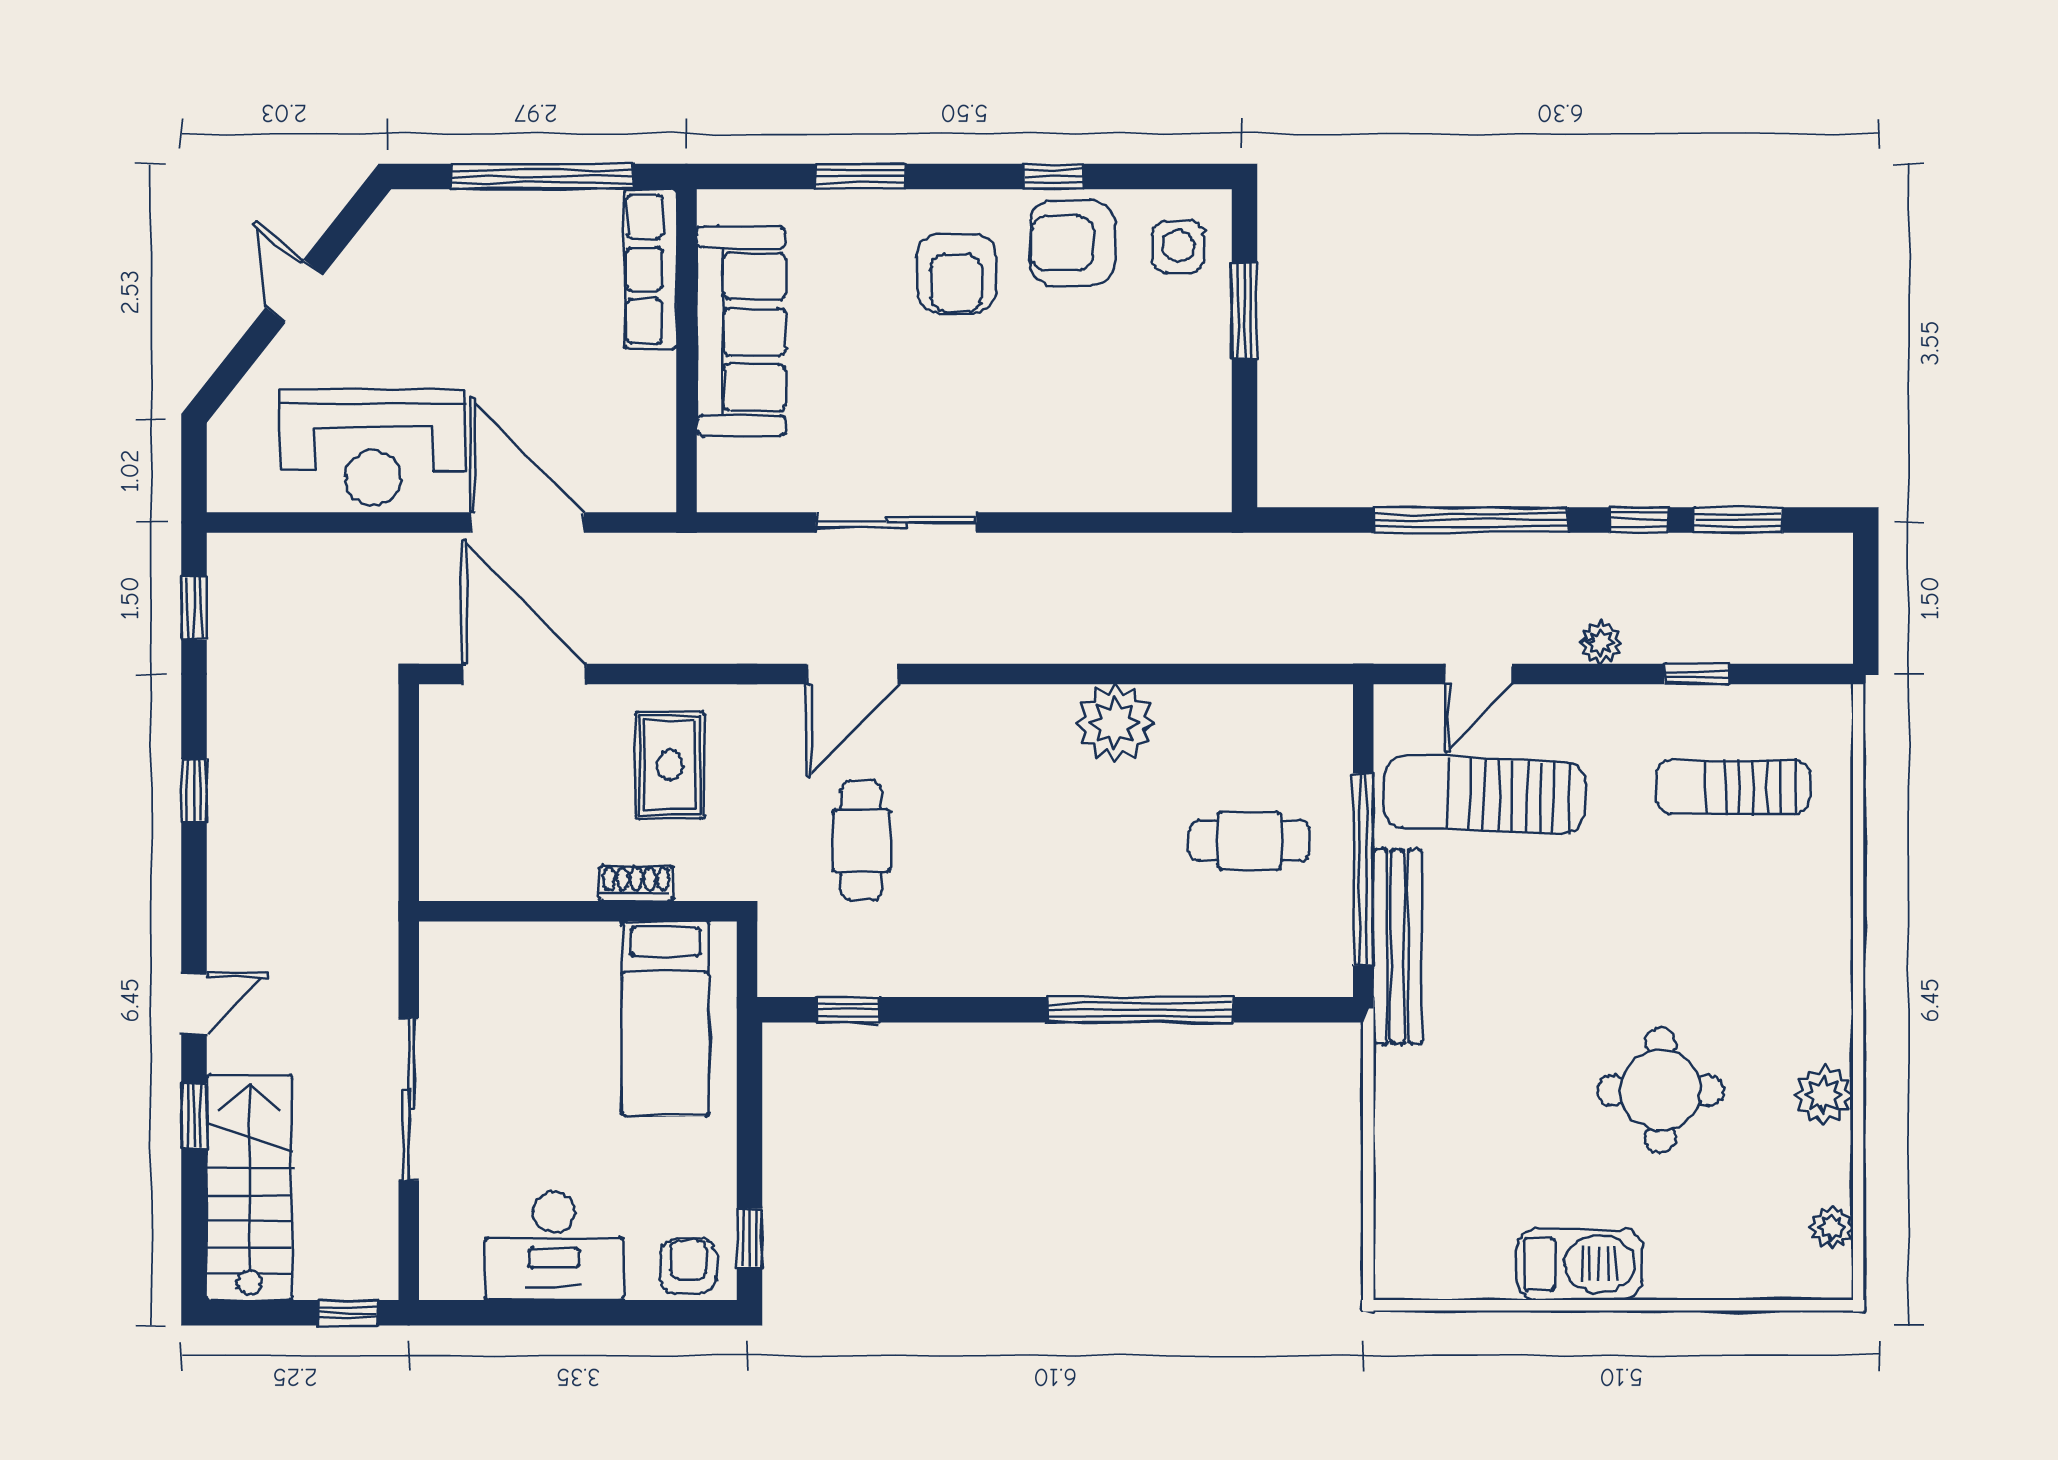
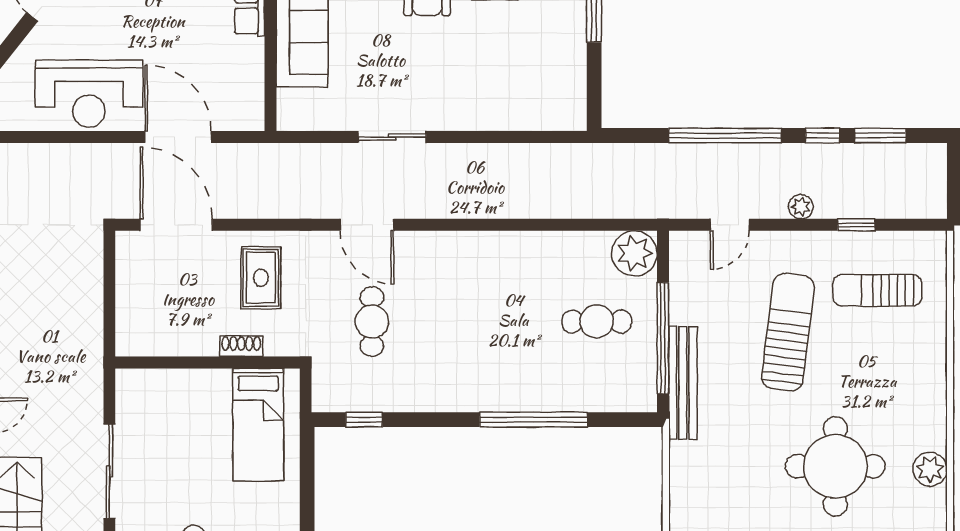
sliding door: (896, 522) -> (392, 137), width x0.73
door: (853, 674) -> (367, 225), hinge flipped
plant: (1115, 723) -> (634, 253), moved
sun lounger: (1484, 795) -> (788, 332), moved, turned 95
round table: (1661, 1090) -> (835, 466), width x1.36, depth x1.36

